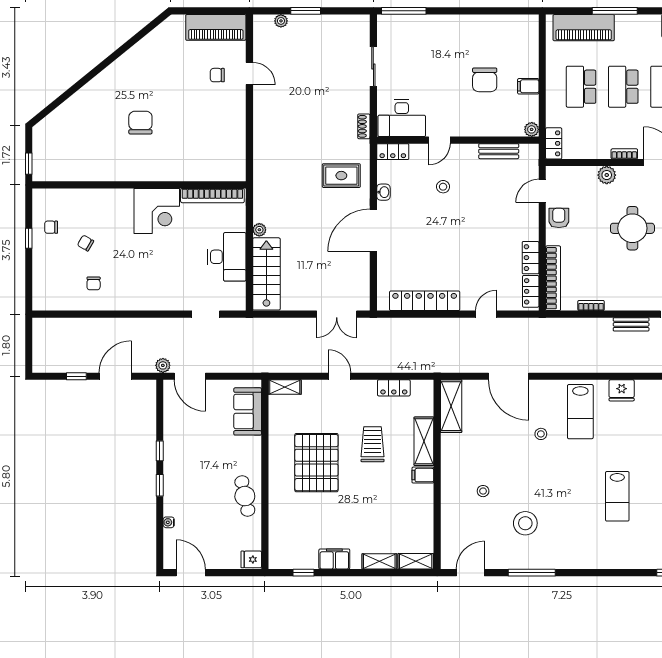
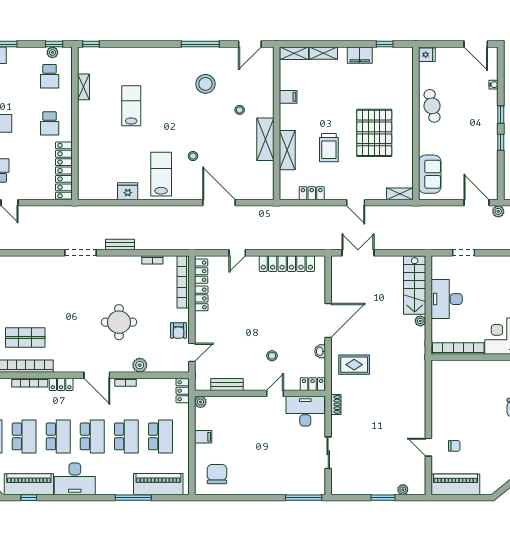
chair: (485, 80) -> (217, 474), moved
shelving: (451, 406) -> (265, 139), moved
filing cabinet: (423, 475) -> (288, 97), moved

